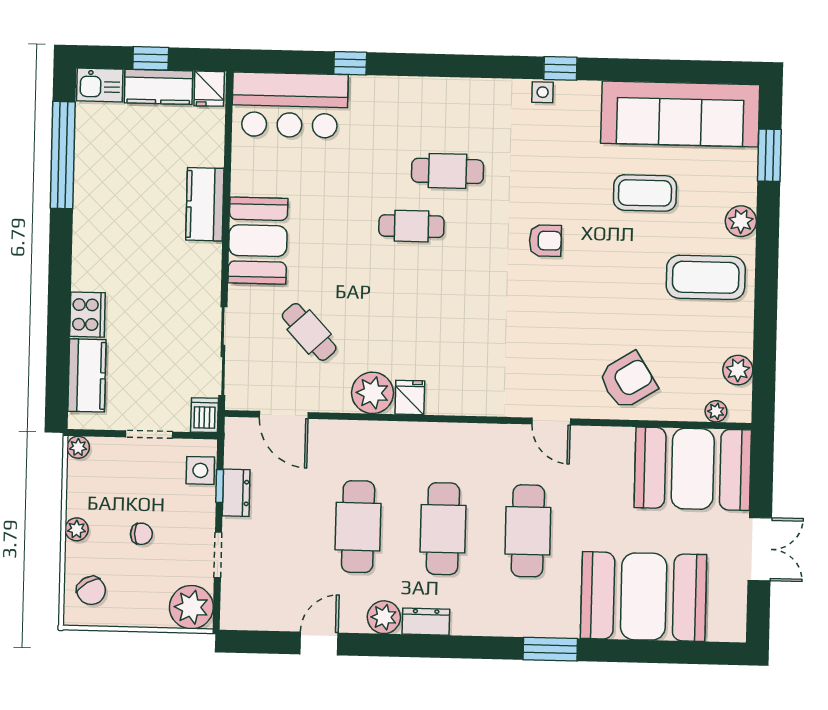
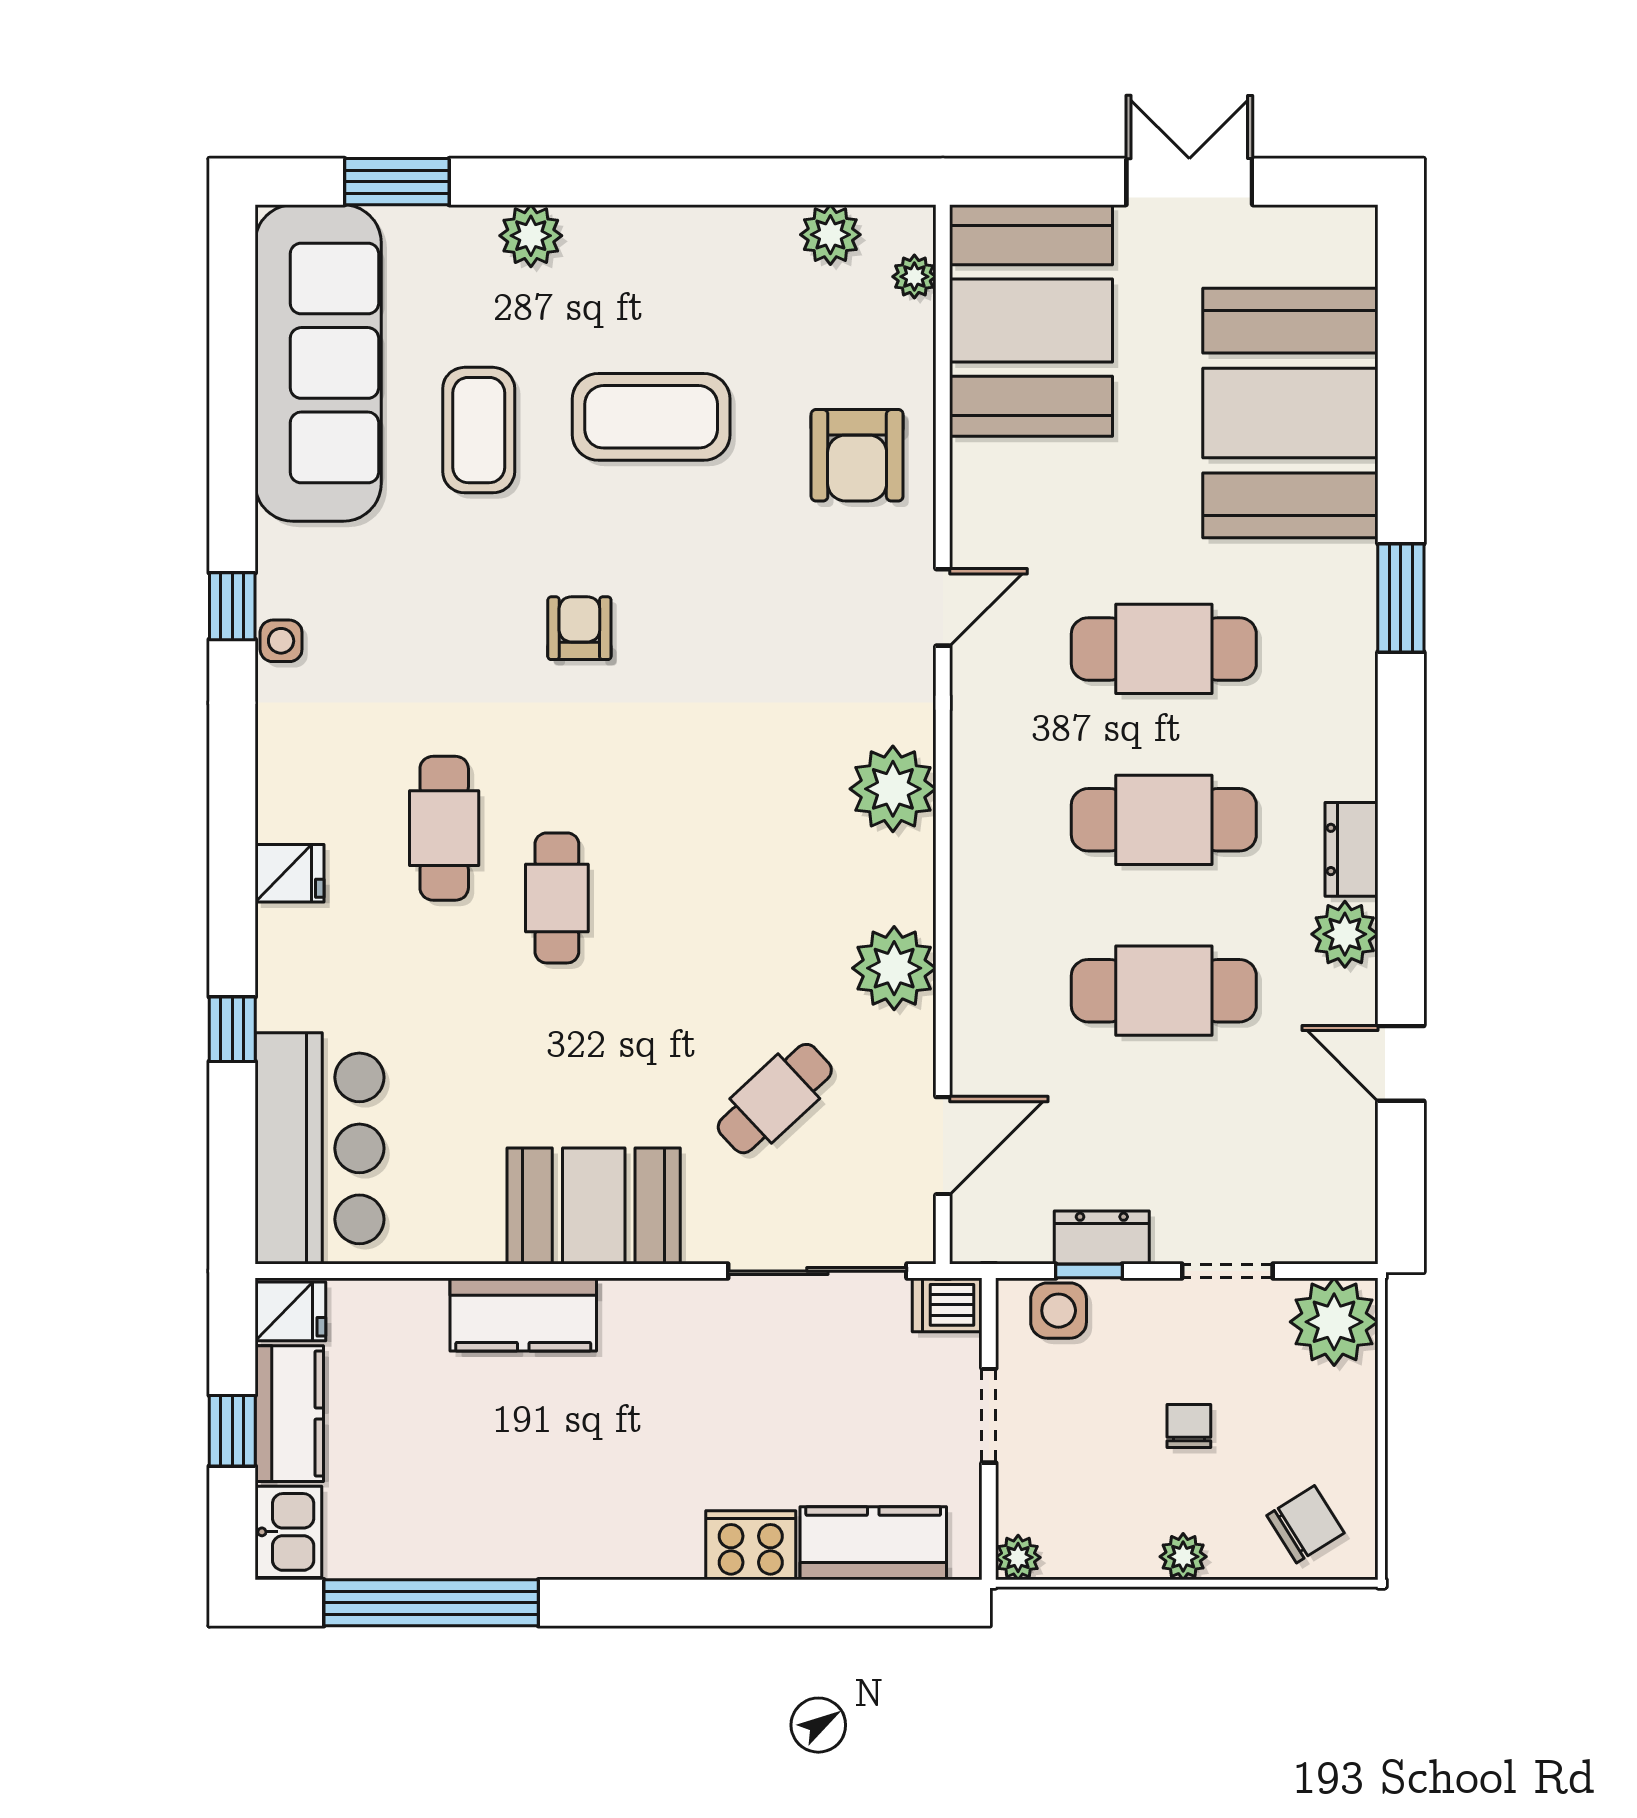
coffee table: (706, 277) -> (651, 417), moved, turned 90
armchair: (628, 381) -> (857, 455), turned -148
plant: (462, 394) -> (893, 789), added
fridge: (410, 397) -> (290, 873), moved, turned 180

